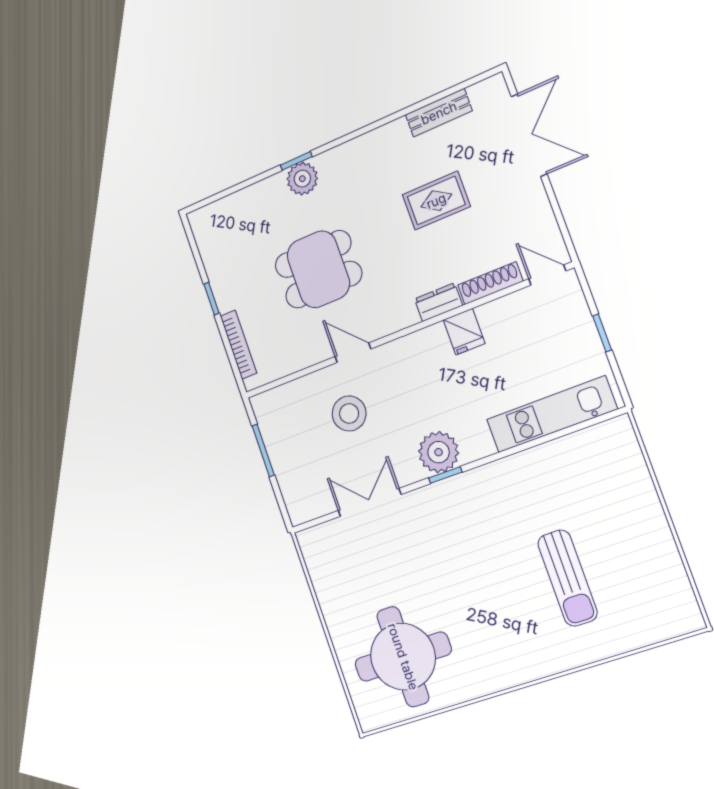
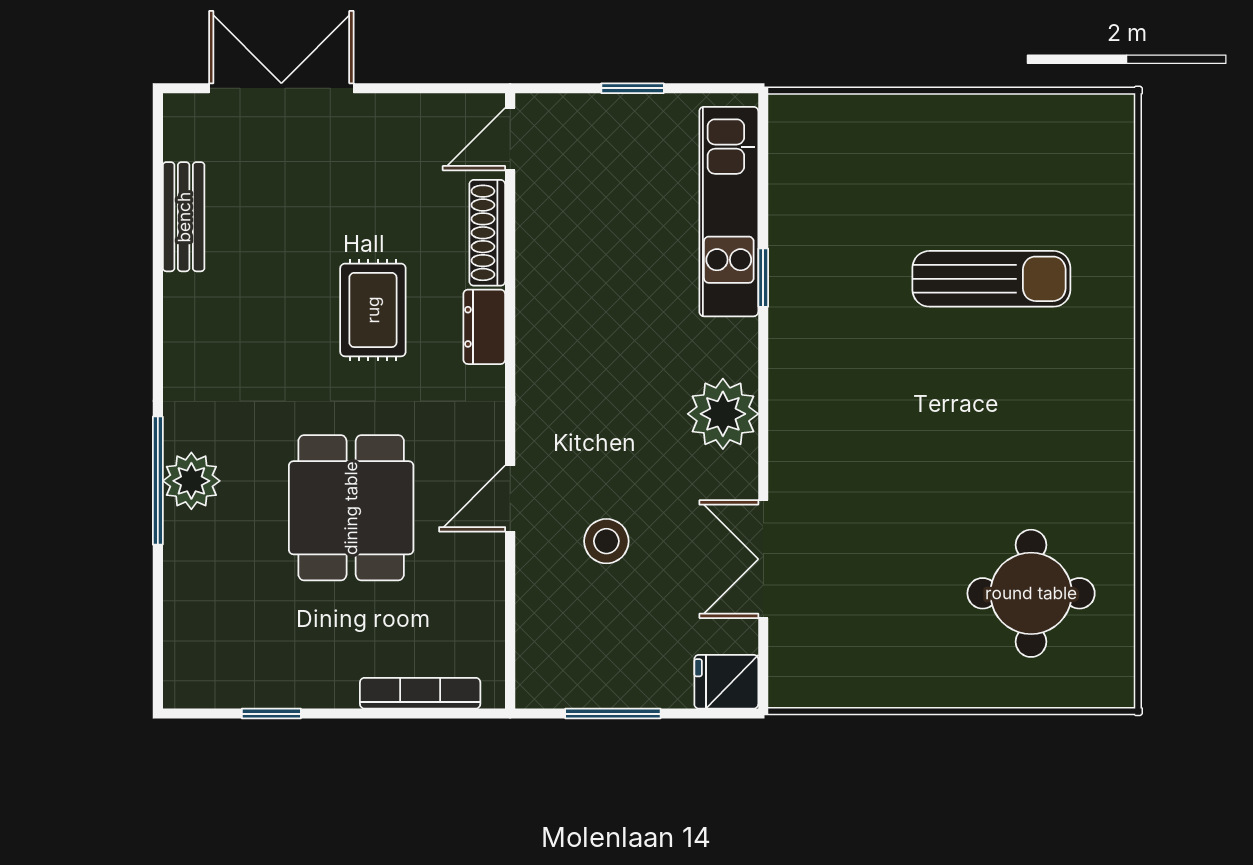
window: (296, 161) -> (158, 481), width x2.17
rug: (436, 201) -> (373, 310), moved
window: (212, 299) -> (271, 714), moved
fridge: (464, 332) -> (726, 682), moved, turned 180
stool: (349, 413) -> (606, 541), width x0.73, depth x0.73
window: (445, 475) -> (763, 278), moved
round table: (403, 657) -> (1031, 593), width x0.73, depth x0.73

